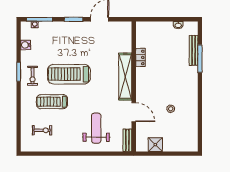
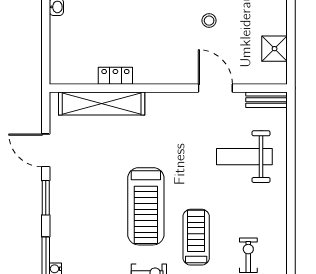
shelving: (125, 77) -> (102, 104), moved
treadmill: (52, 102) -> (196, 237), turned 180
door: (134, 112) -> (215, 88), hinge flipped

